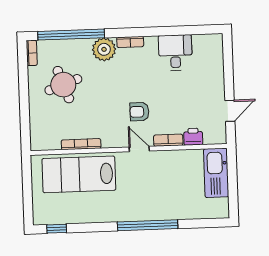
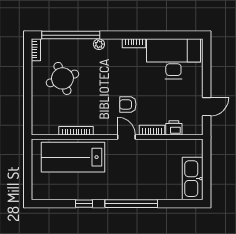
bookcase: (130, 42) -> (134, 43), moved
plant: (104, 49) -> (99, 44), width x0.53, depth x0.53
desk: (175, 53) -> (173, 59), width x1.87, depth x1.30
kitchen sink: (216, 173) -> (193, 179), moved
window: (57, 229) -> (84, 204), moved

